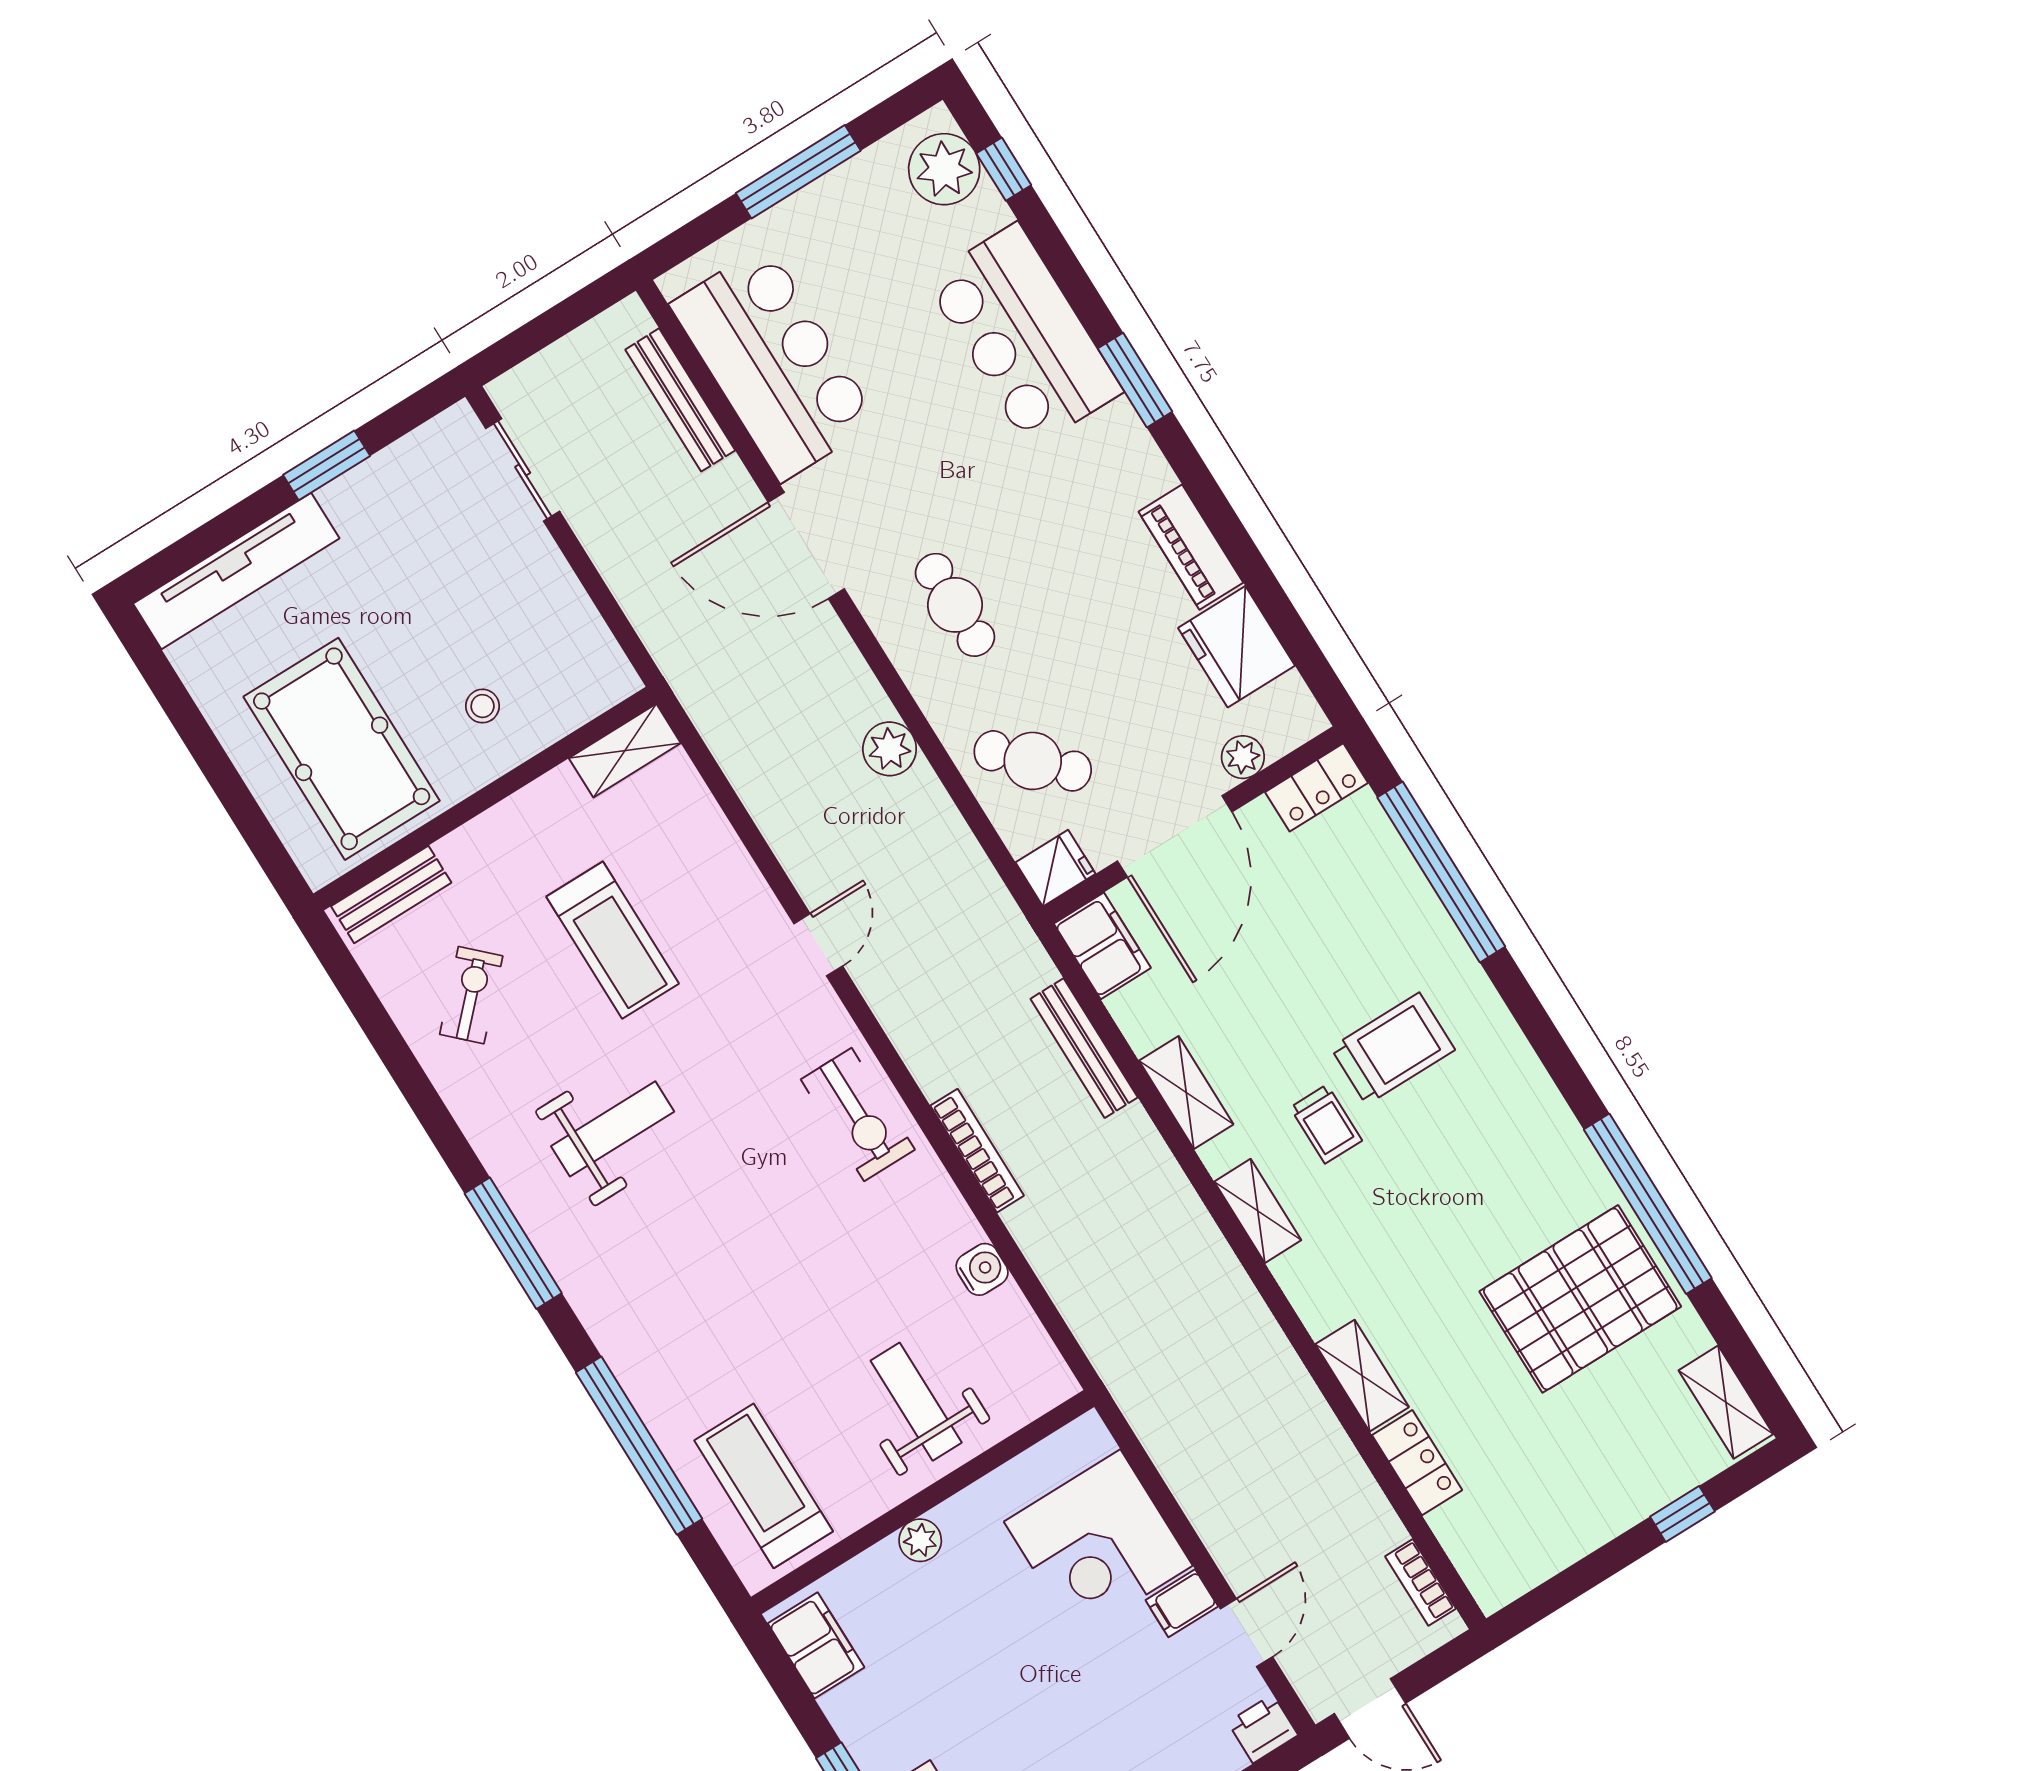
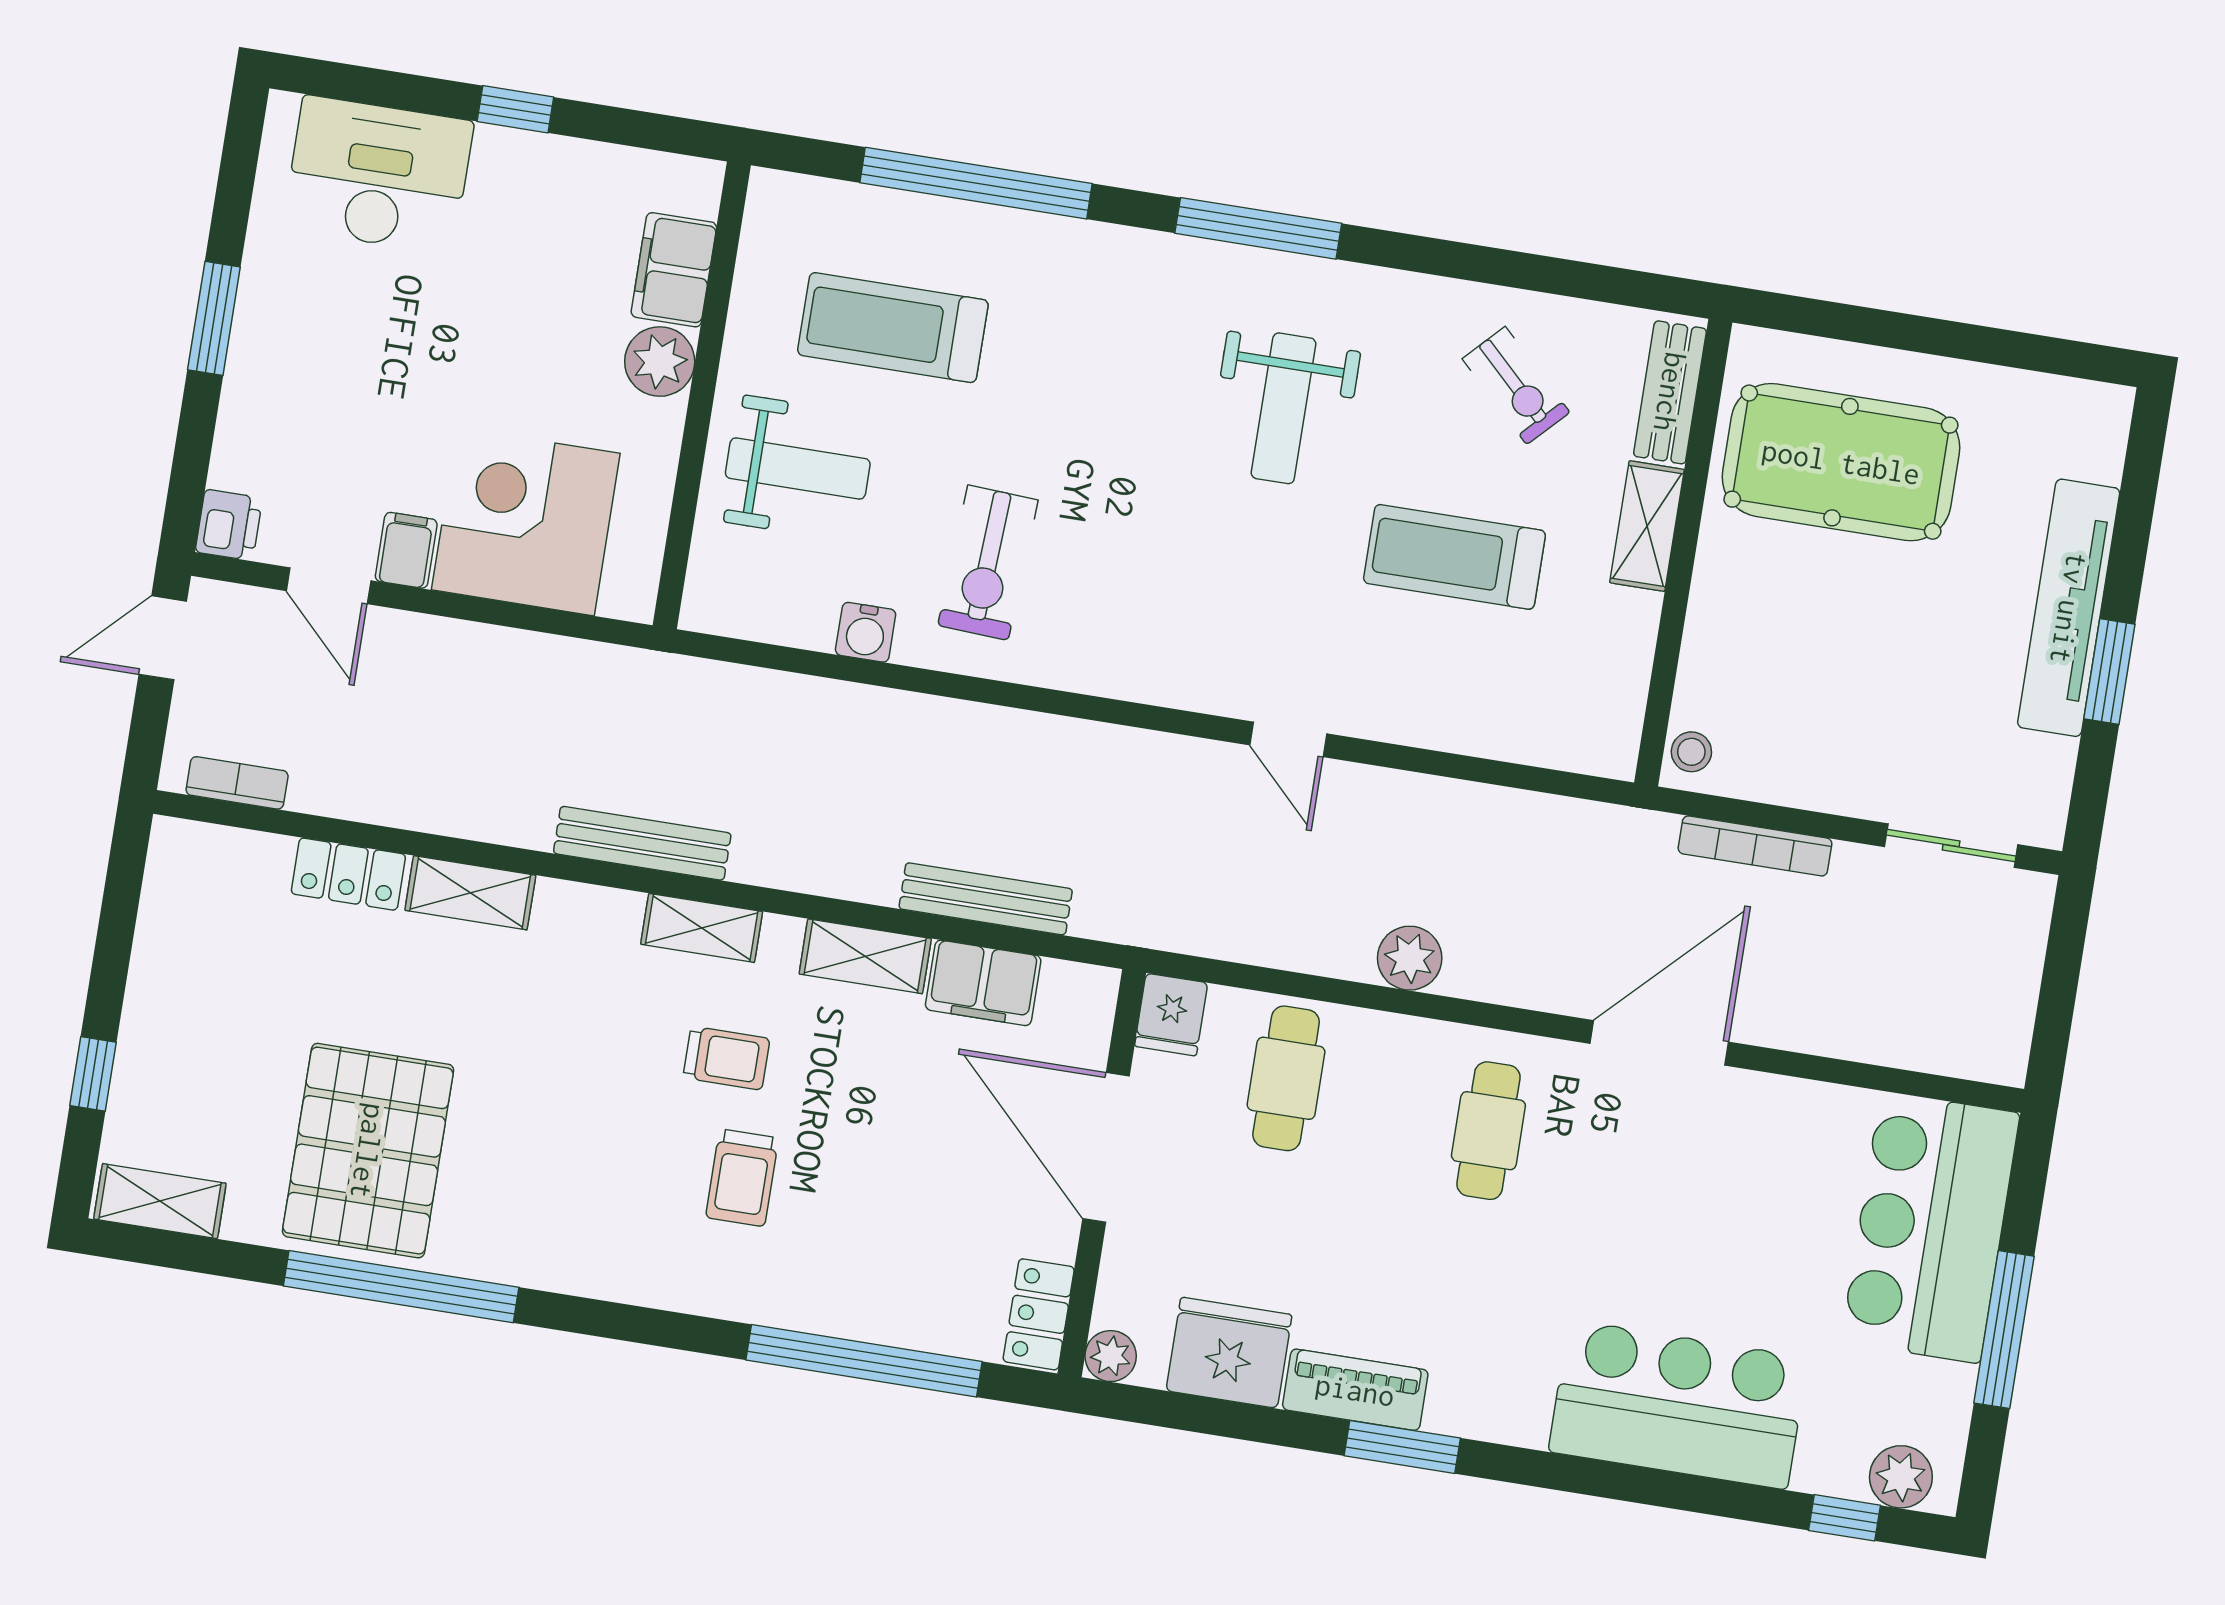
plant: (944, 169) -> (1901, 1477), width x0.73, depth x0.73
bar counter: (774, 363) -> (1930, 1227), moved, turned 90
window: (1135, 380) -> (1402, 1447), moved
bench: (680, 400) -> (642, 843), moved
tv unit: (236, 571) -> (2069, 608), moved
cafe table: (955, 605) -> (1488, 1131), turned 90
stool: (483, 706) -> (1691, 752), moved
shelving: (625, 751) -> (1647, 526), moved
plant: (1243, 757) -> (1111, 1356), moved
cafe table: (1033, 761) -> (1286, 1078), turned -46
filing cabinet: (1102, 946) -> (983, 983), moved
trolley: (1393, 1049) -> (742, 1178), width x0.73, depth x0.72
exercise bike: (858, 1114) -> (988, 563), moved, turned -87
trolley: (1326, 1124) -> (726, 1058), turned 180
bookcase: (977, 1151) -> (1755, 846), moved
treadmill: (764, 1486) -> (893, 328), moved, turned 180
plant: (920, 1540) -> (660, 362), width x1.38, depth x1.38
filing cabinet: (816, 1645) -> (674, 270), moved, turned 90

